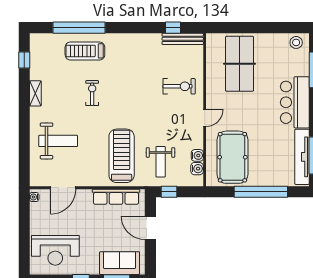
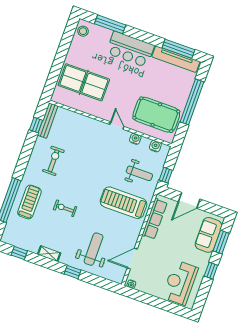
treadmill: (85, 51) -> (29, 202), turned 180
exercise bike: (179, 86) -> (53, 161), moved
window: (24, 127) -> (73, 272), added
water cooler: (197, 155) -> (135, 139), moved
door: (63, 188) -> (132, 258), swing flipped
reception desk: (55, 250) -> (180, 283), turned 180

